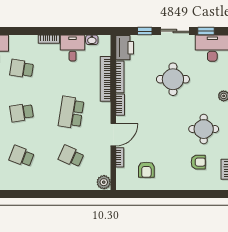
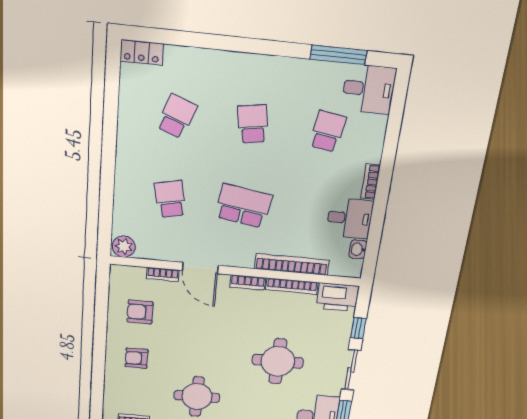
school desk: (71, 156) -> (170, 199), turned -36
armchair: (198, 162) -> (136, 358), moved, turned 90

